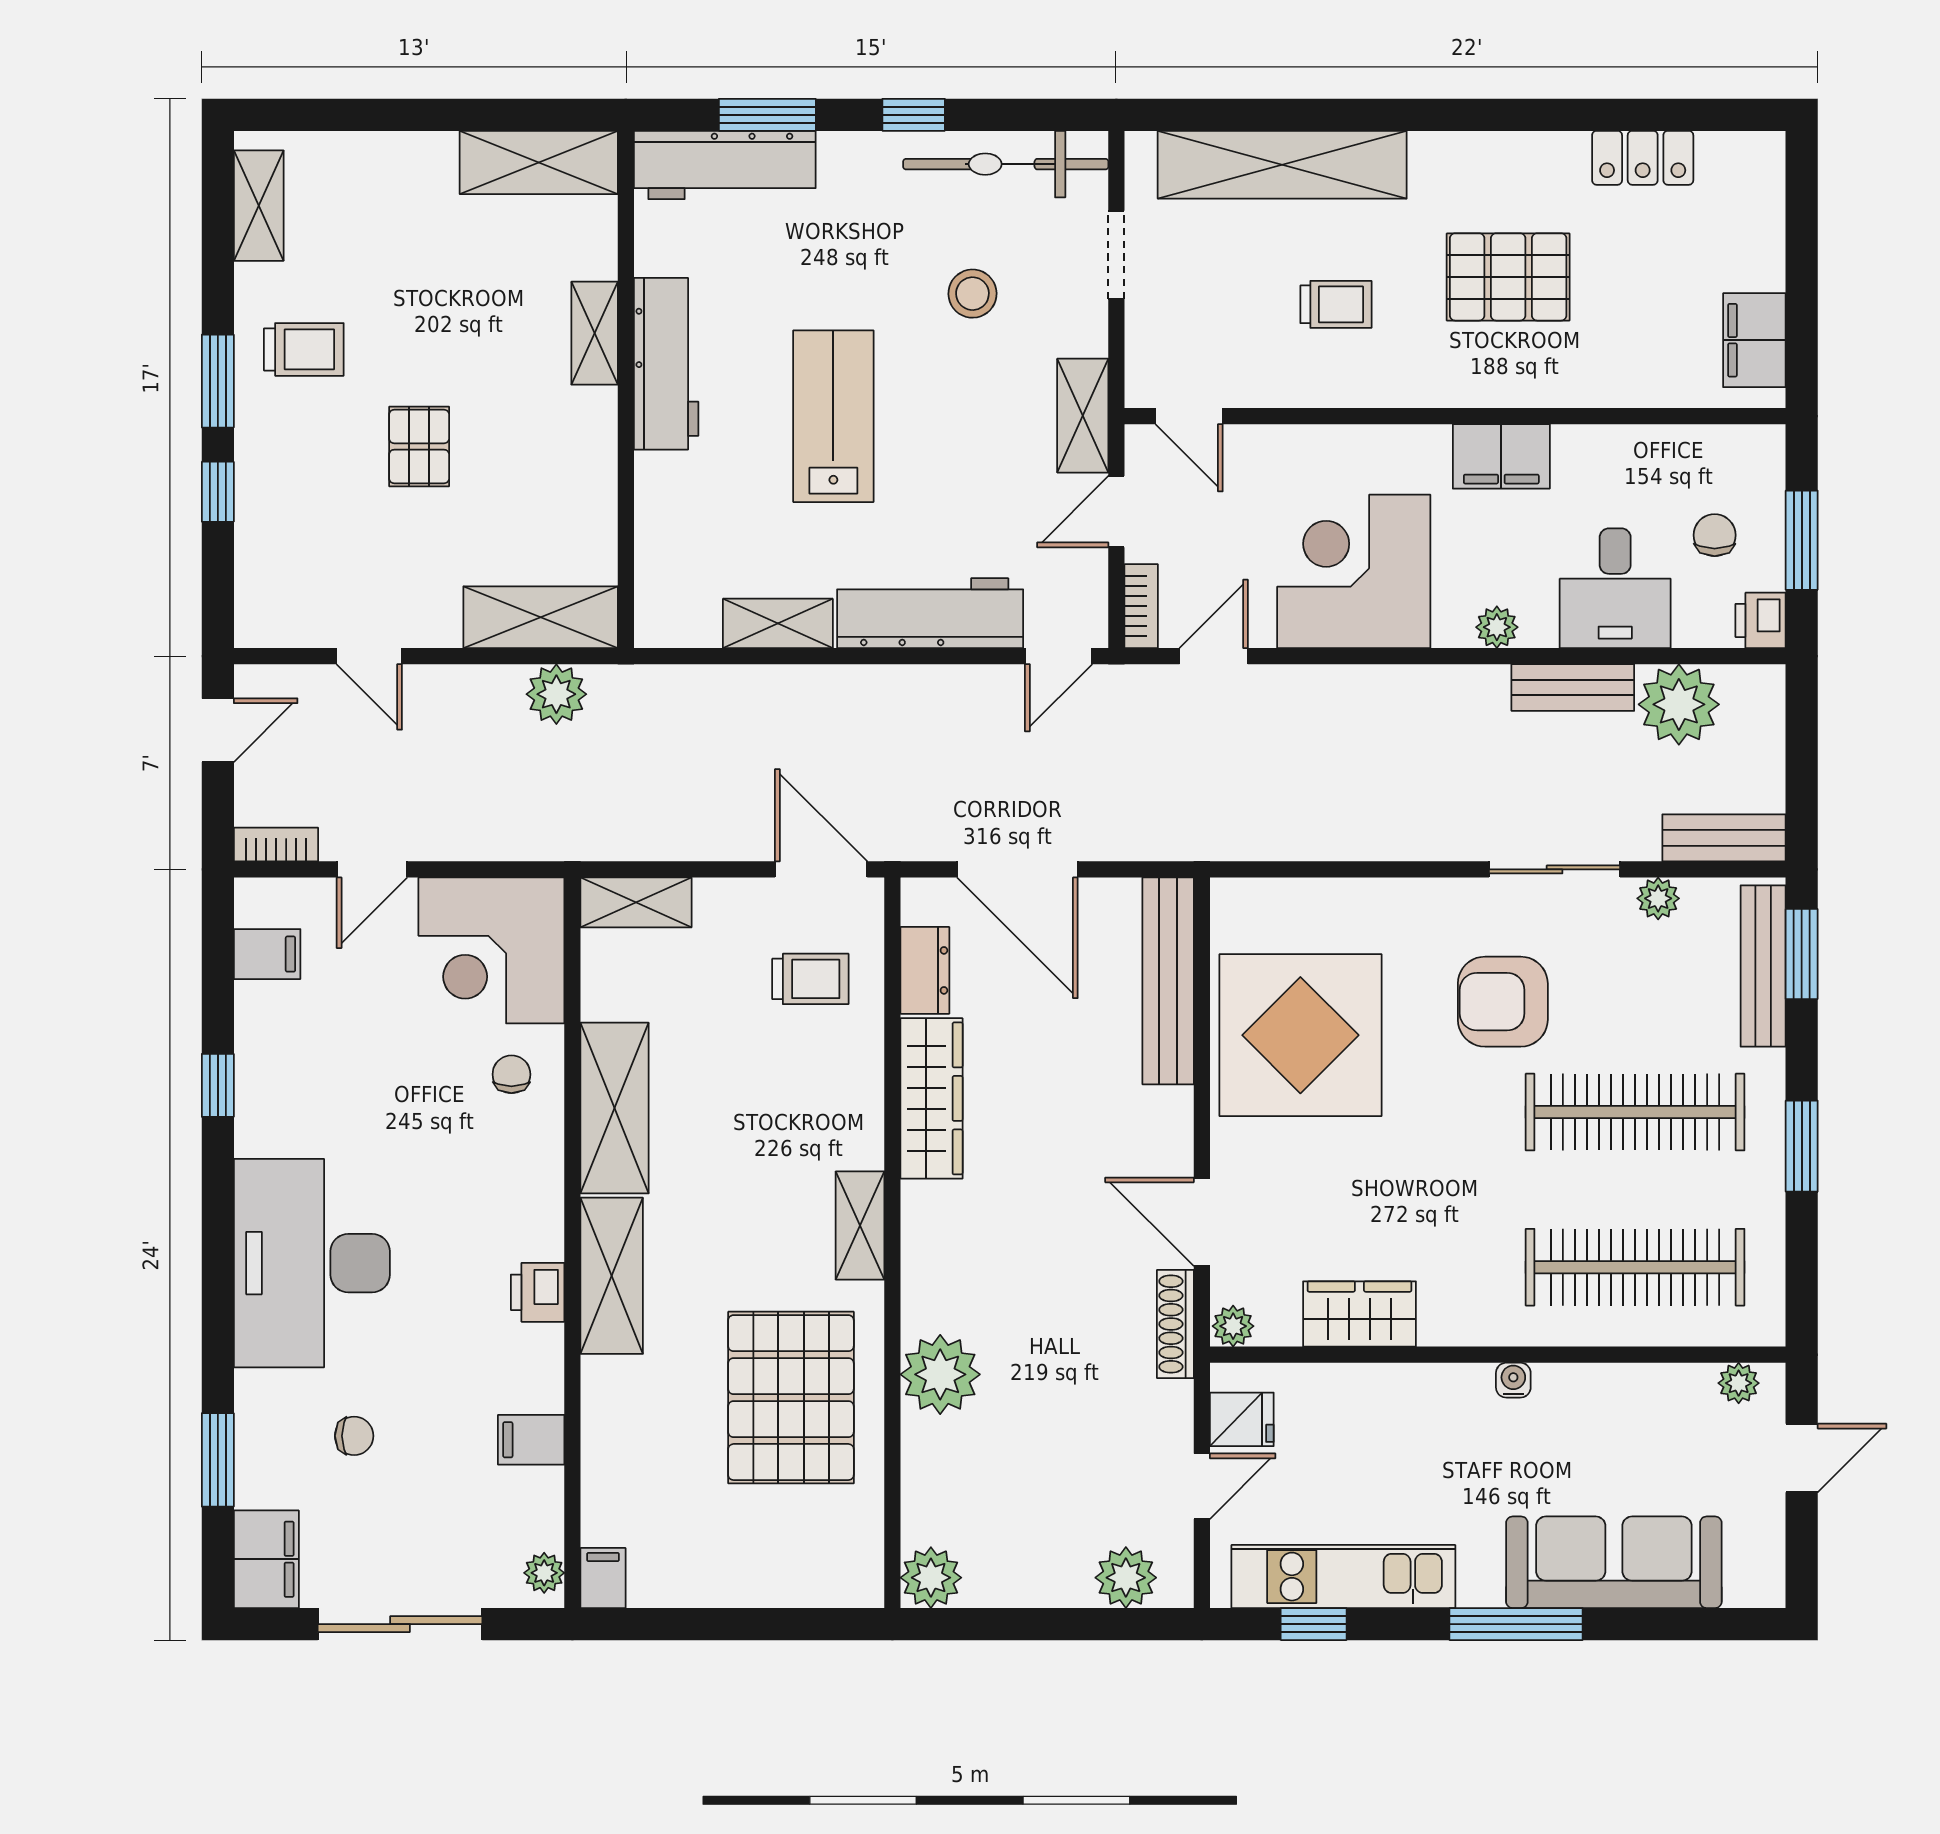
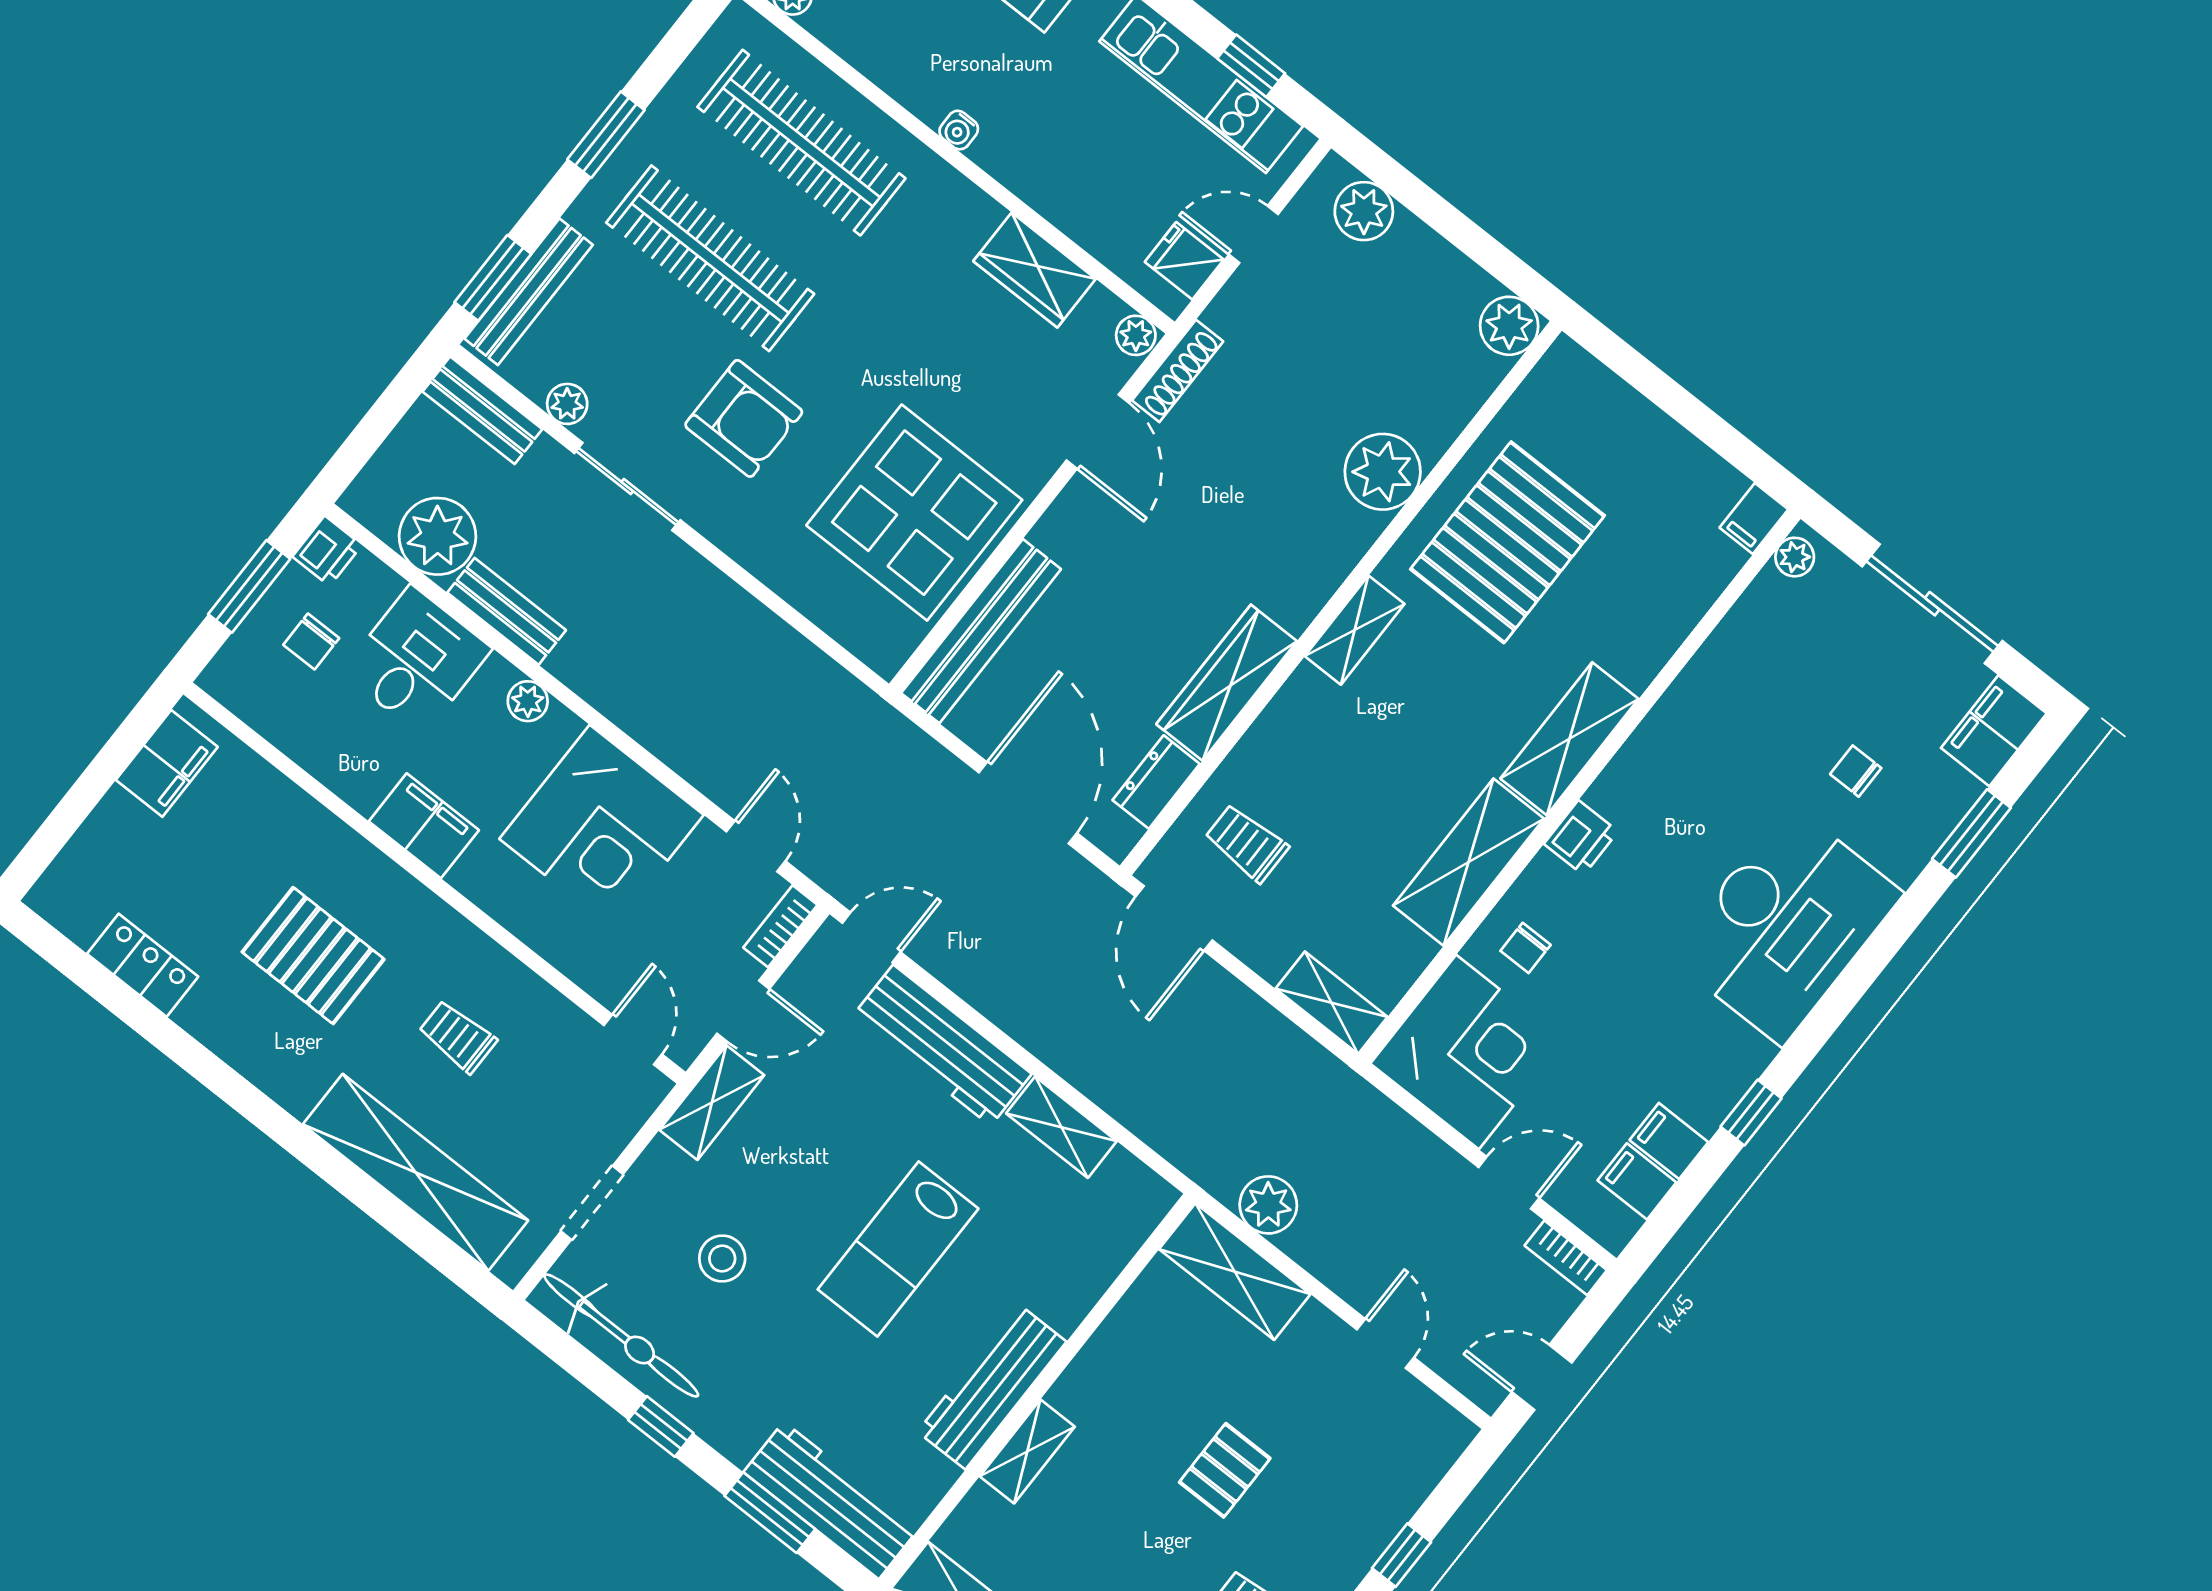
door: (1214, 656) -> (756, 846), swing flipped
printer: (538, 1292) -> (1581, 838), moved
filing cabinet: (531, 1440) -> (1669, 1141), moved, turned 180

